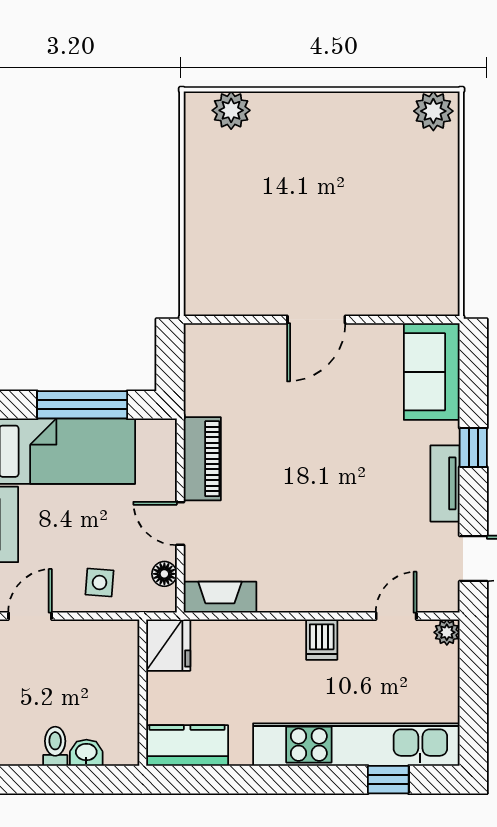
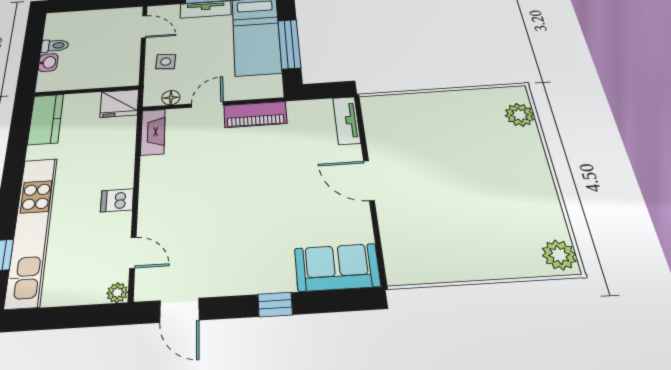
tv unit: (445, 483) -> (347, 120), moved, turned -90

